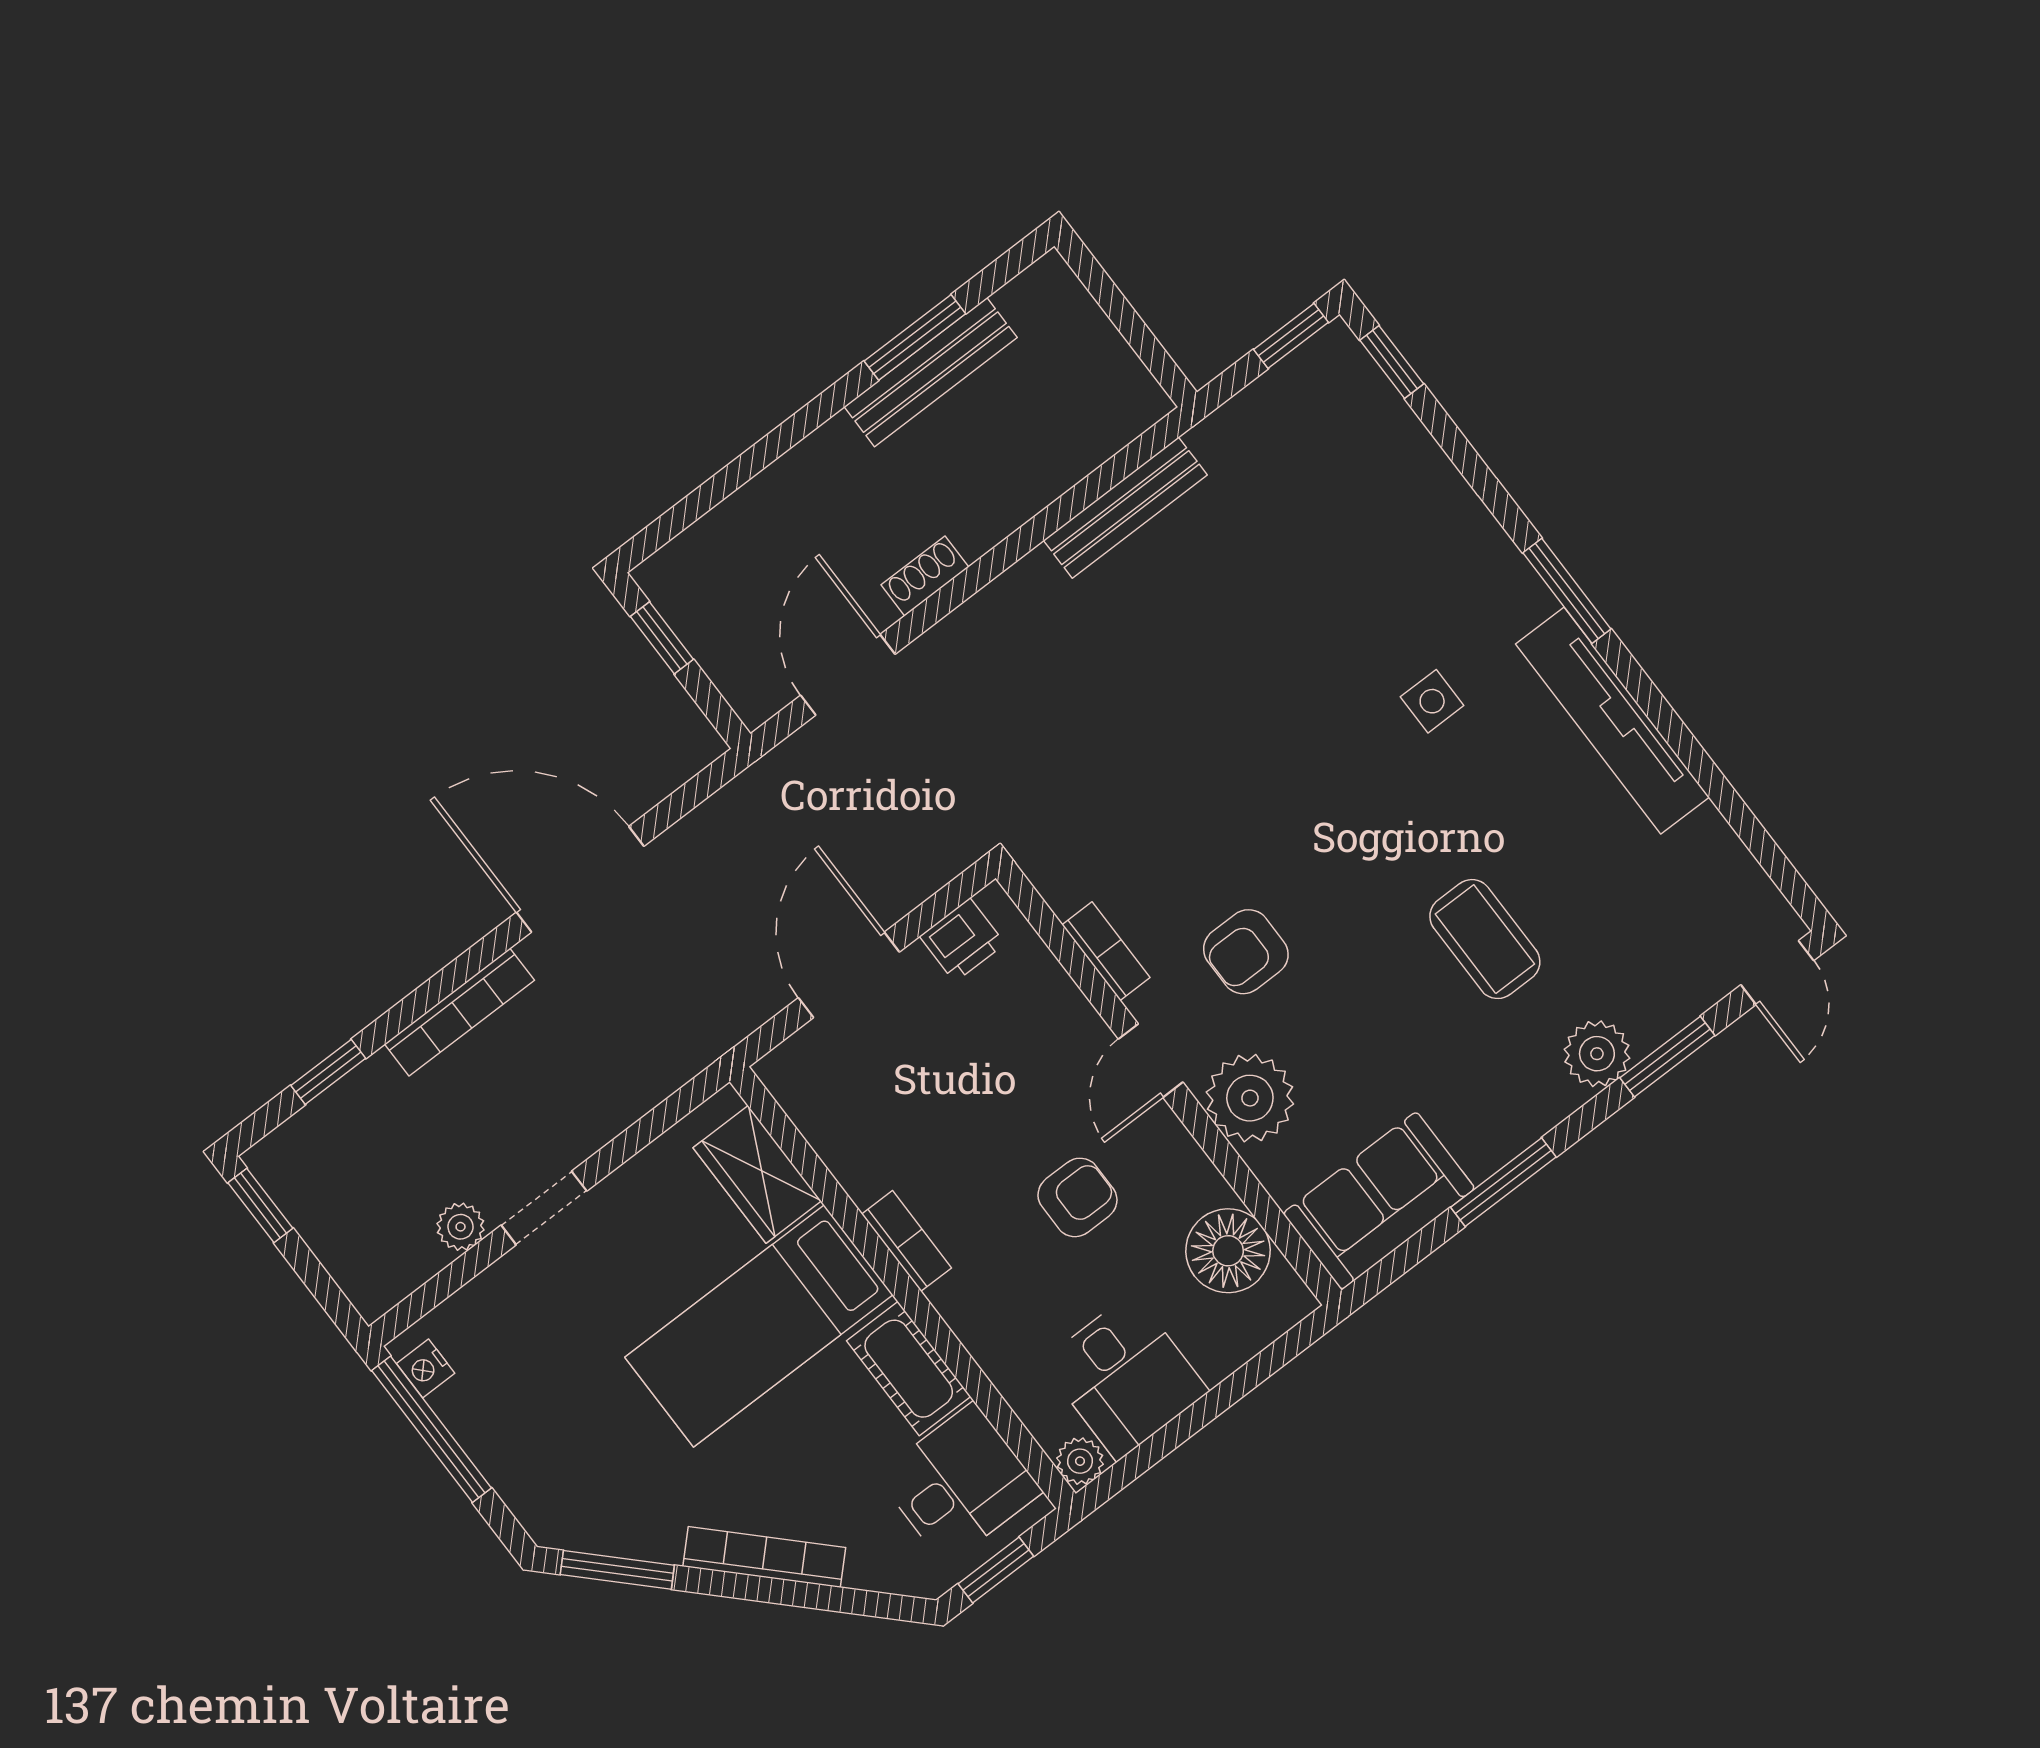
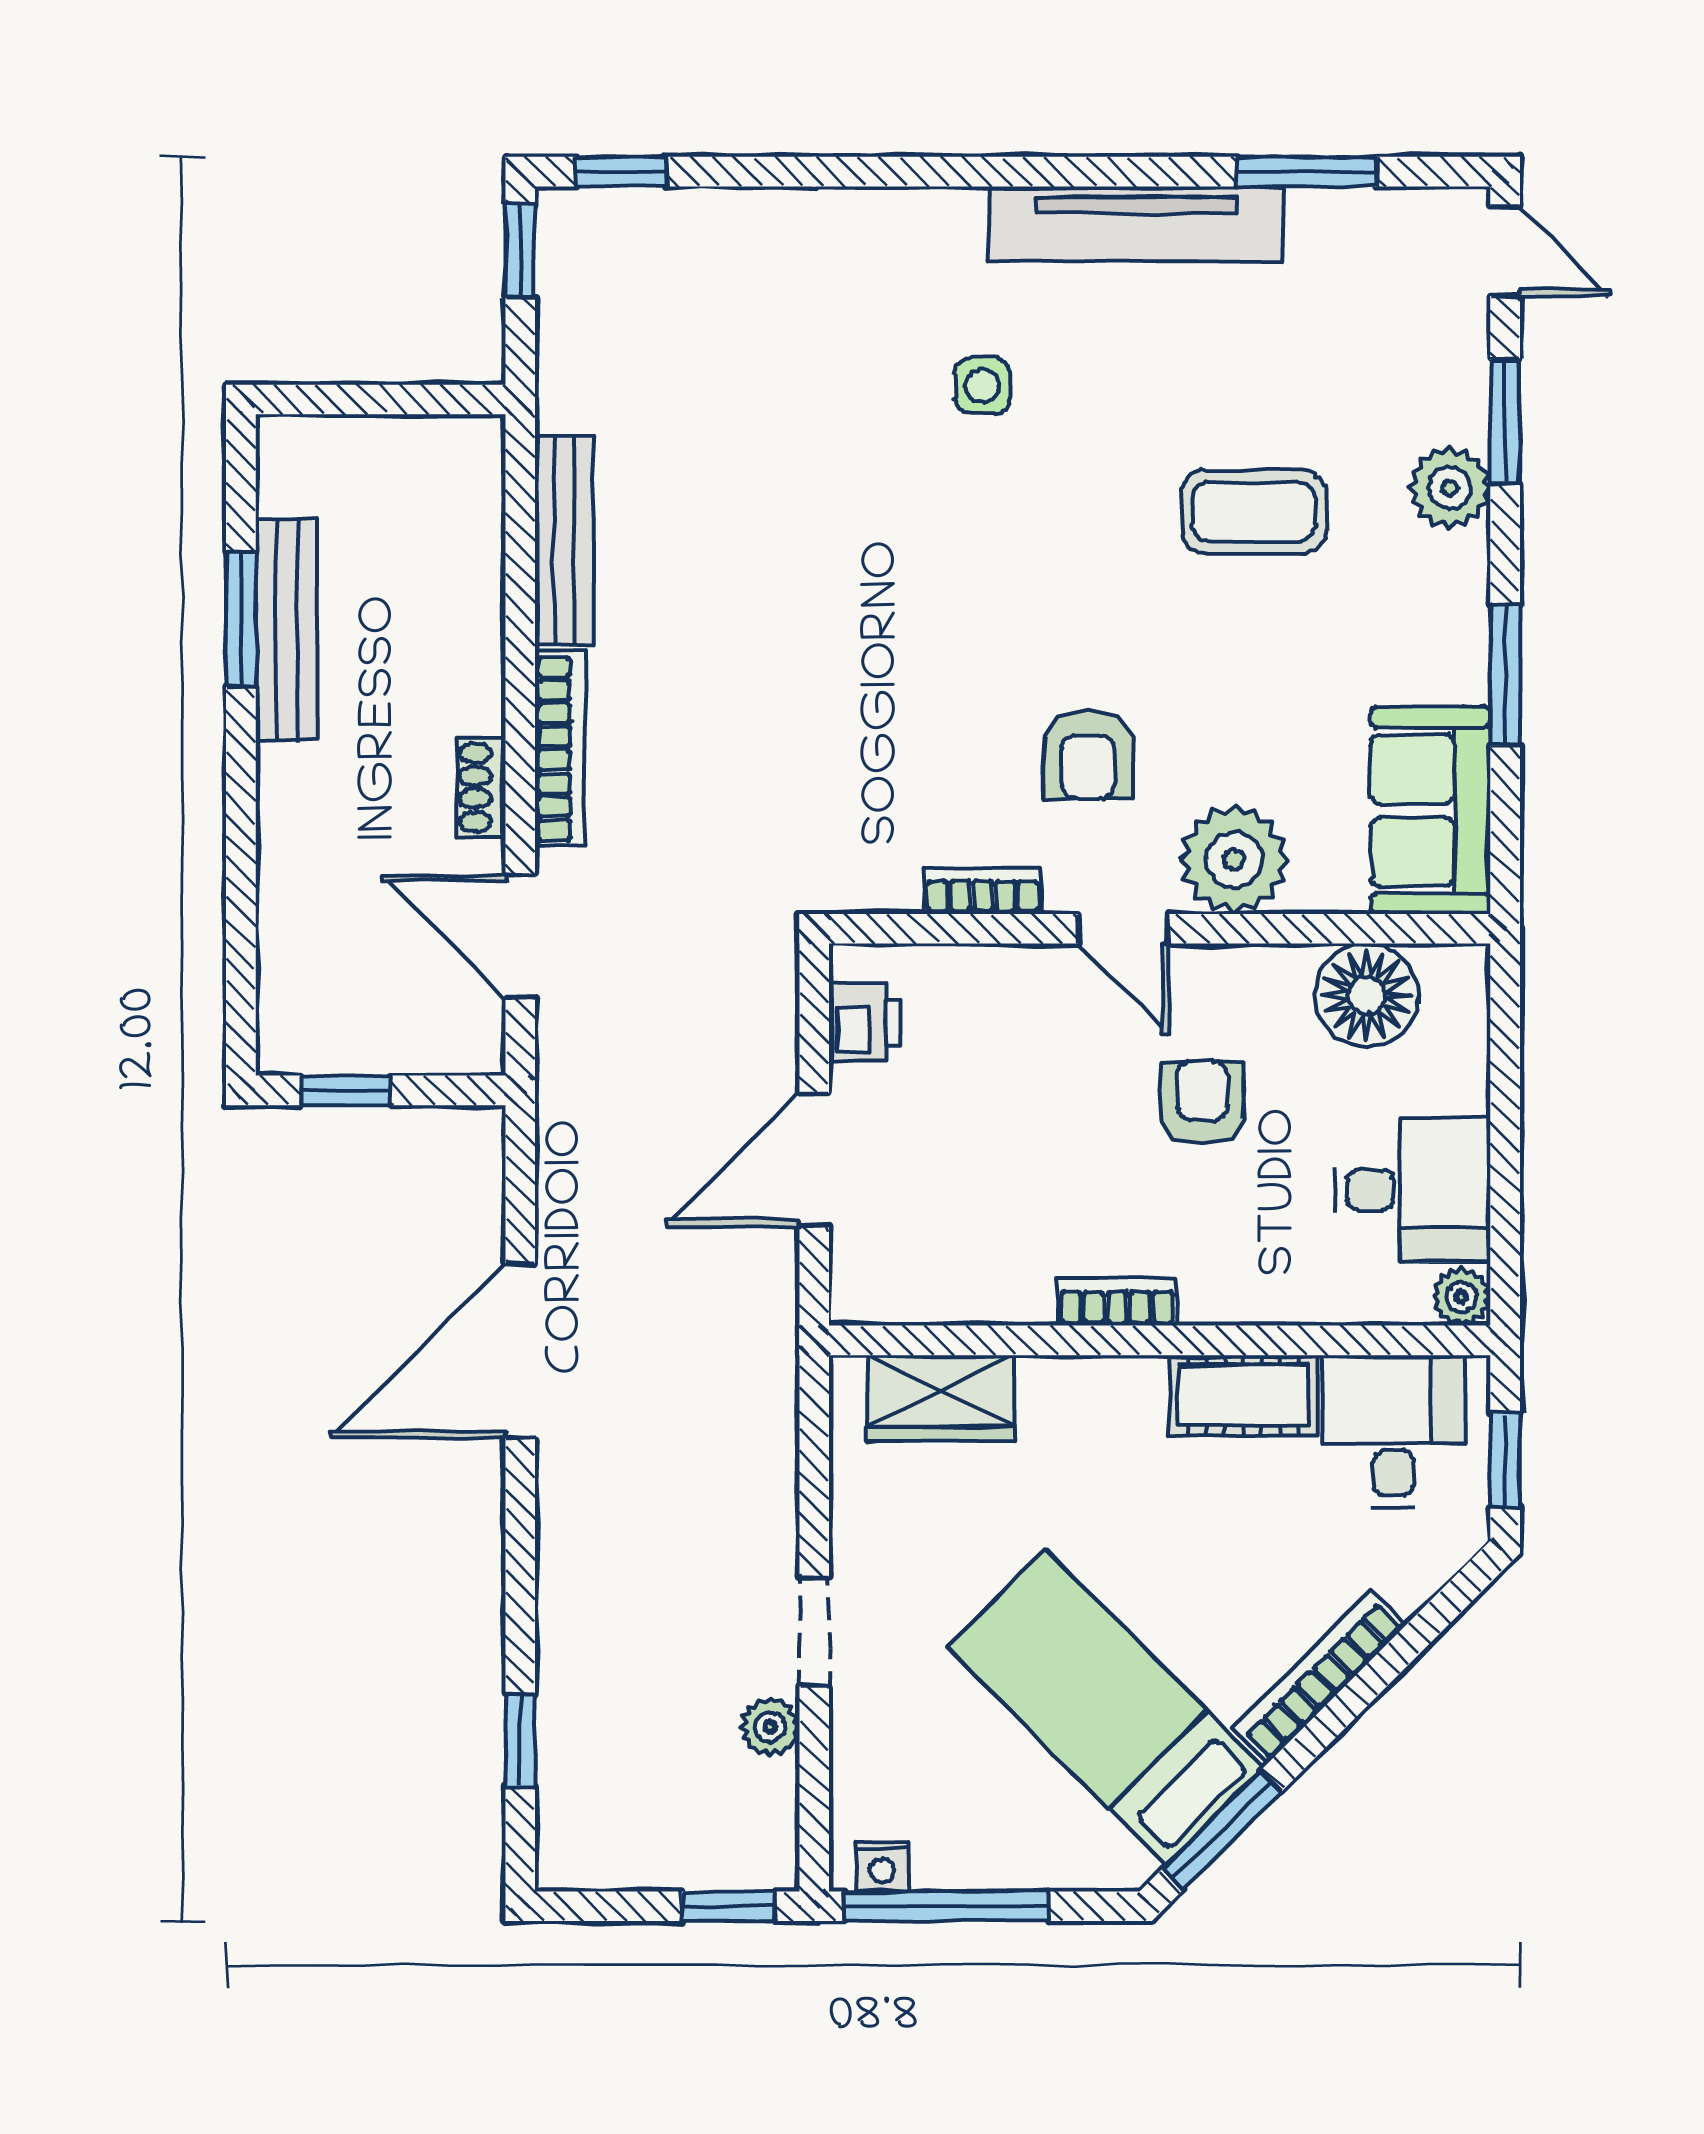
window: (1567, 591) -> (1307, 172), moved
door: (849, 975) -> (814, 1159), hinge flipped
bookcase: (459, 1012) -> (560, 748), moved
window: (260, 1206) -> (728, 1906), moved
bed: (759, 1326) -> (1106, 1707), moved, turned 135

